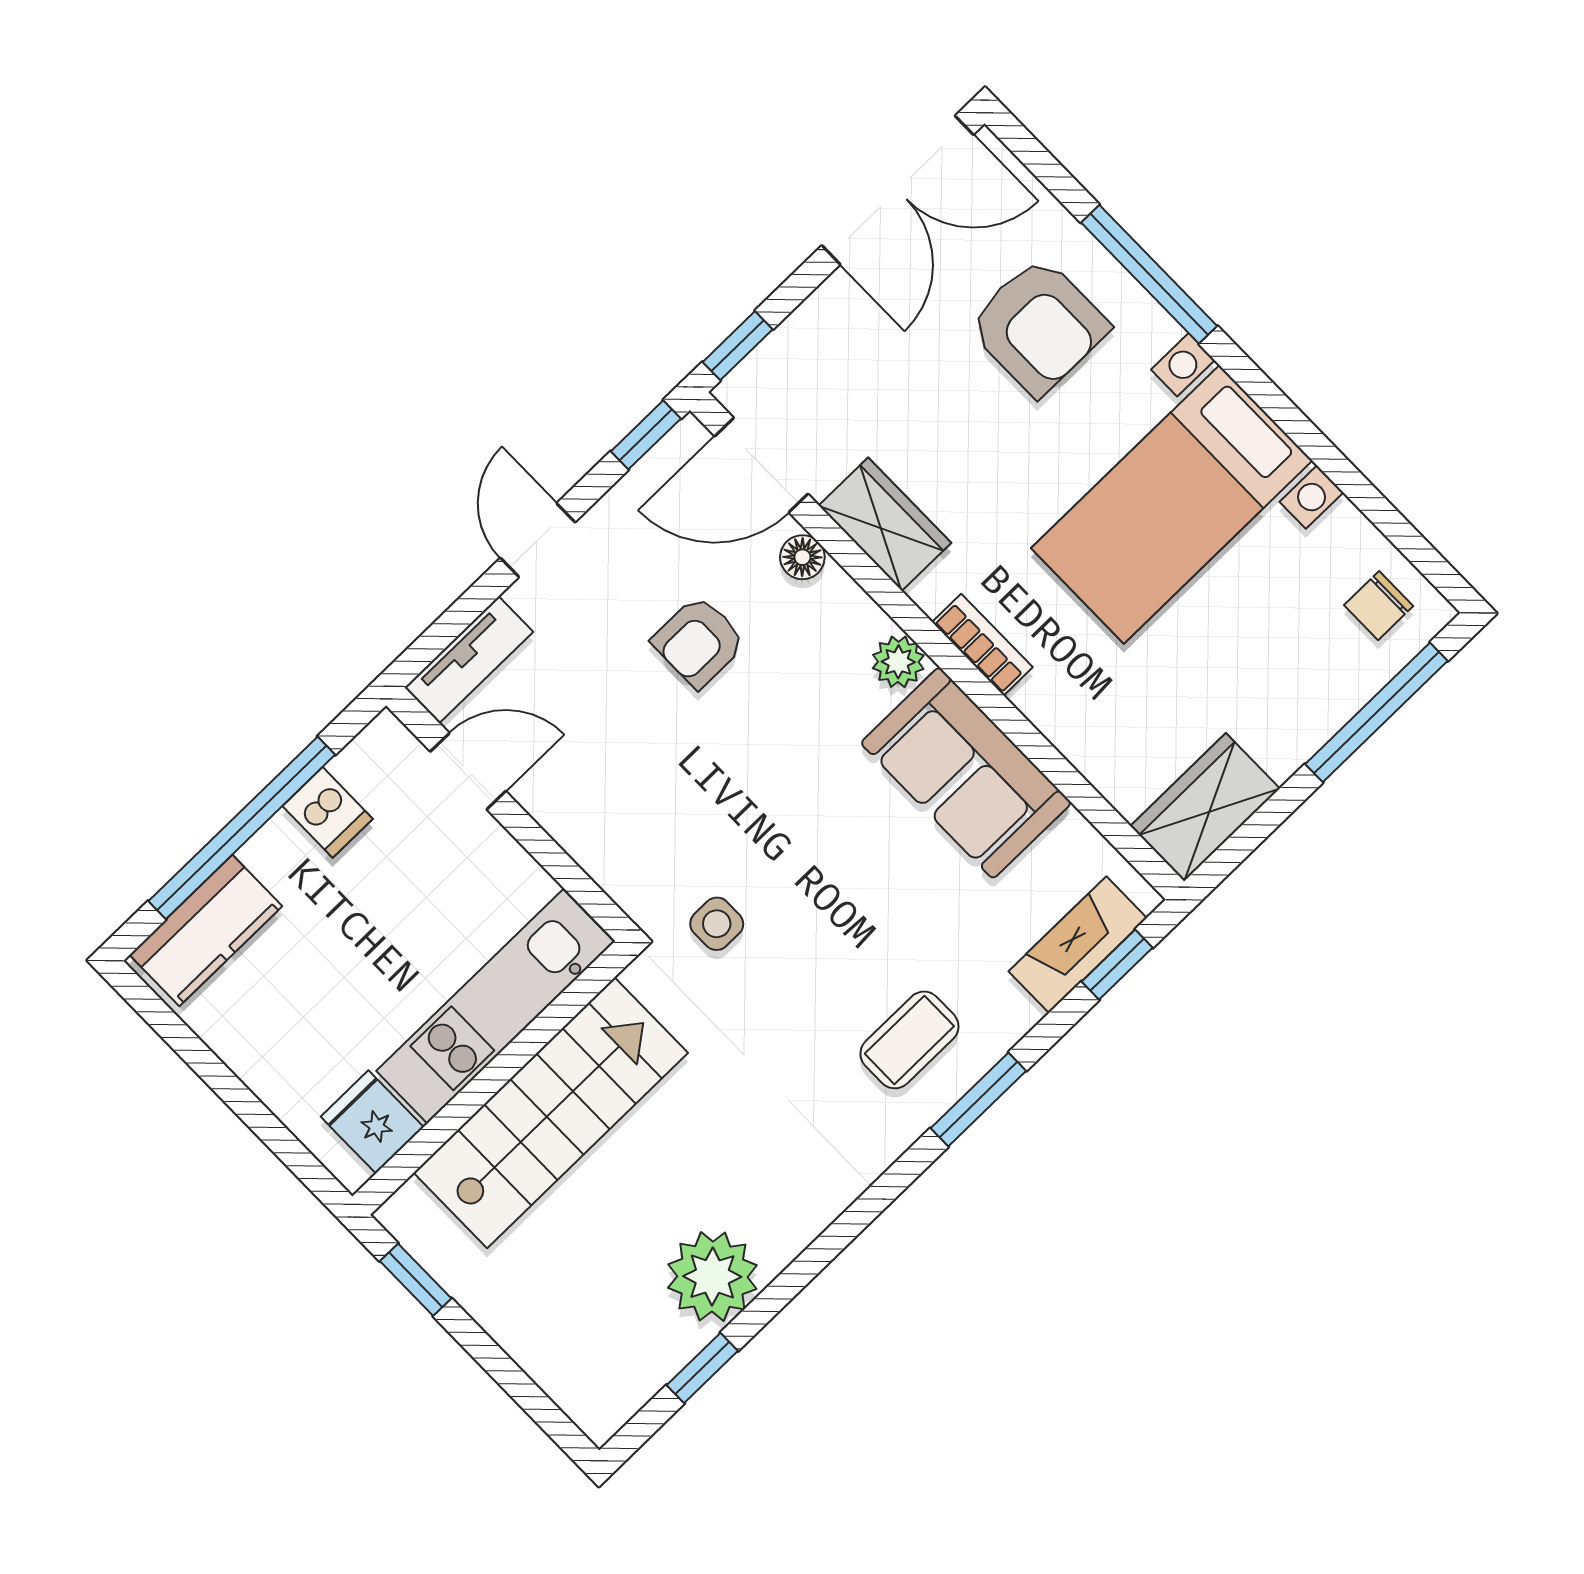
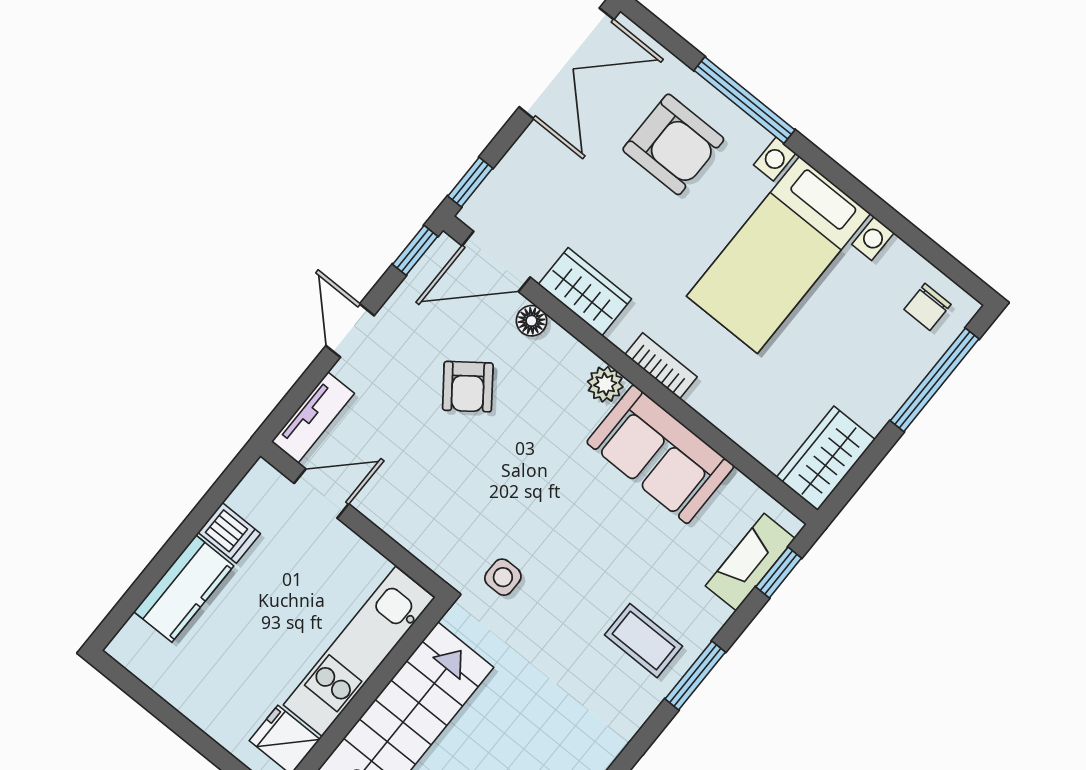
armchair: (699, 642) -> (468, 387), turned -37
window: (242, 828) -> (172, 550), removed
kitchen counter: (206, 930) -> (184, 589), moved
coffee table: (909, 1040) -> (643, 641), turned 90

